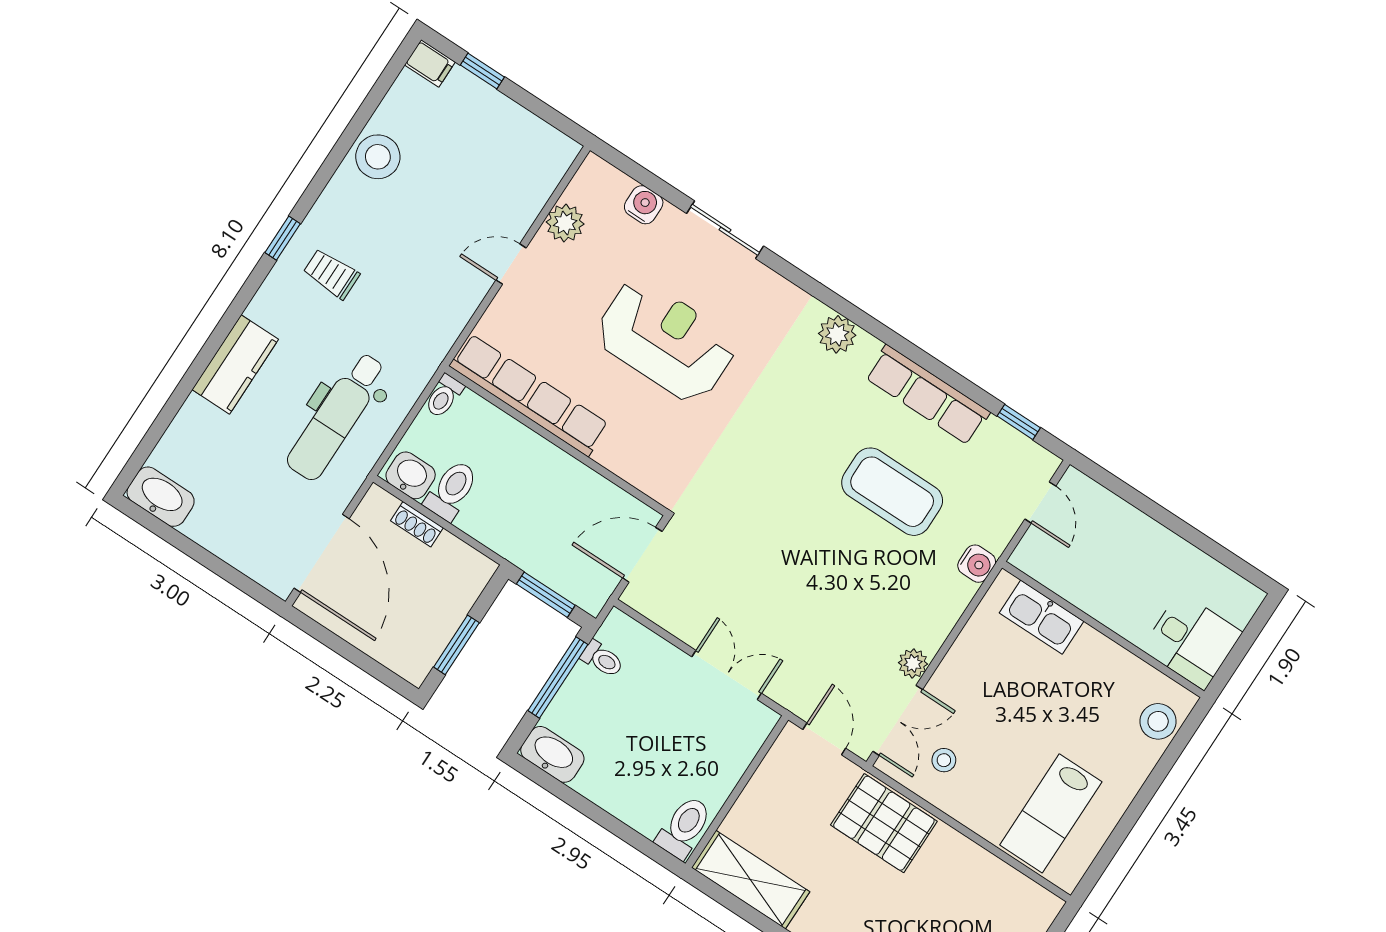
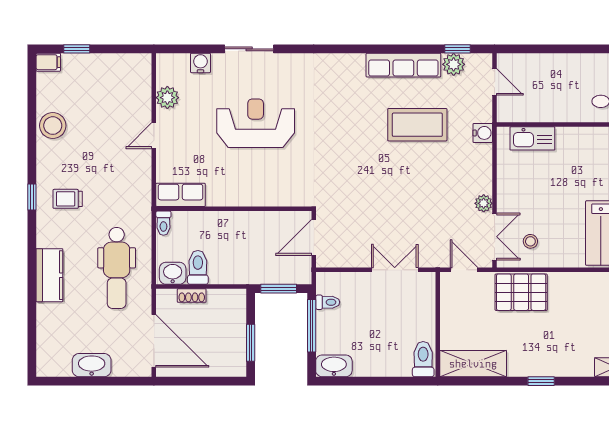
plant: (837, 334) -> (454, 64), moved
row of seats: (529, 395) -> (181, 195), width x0.50
washbasin: (161, 497) -> (92, 365), moved

